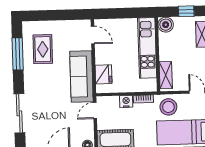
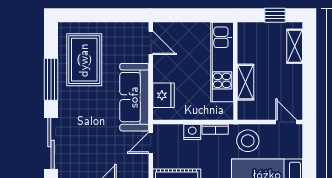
boiler: (166, 25) -> (247, 32), removed
rug: (43, 49) -> (84, 60), width x1.36, depth x1.43
window: (18, 54) -> (51, 79), moved
shelving: (166, 75) -> (246, 82), moved

